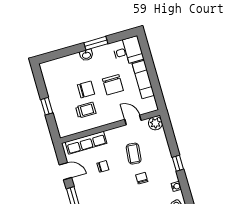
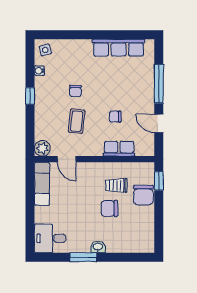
exam couch: (143, 80) -> (42, 184), moved
chair: (113, 85) -> (143, 195), moved, turned 180
window: (47, 106) -> (159, 181), moved
row of seats: (86, 143) -> (119, 149), width x0.68

